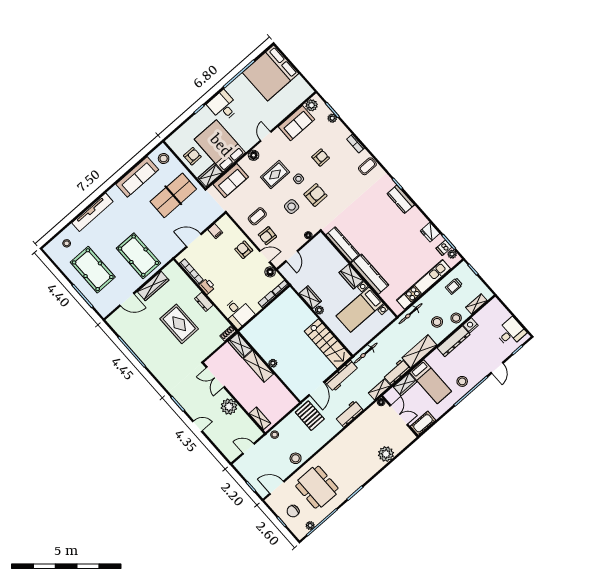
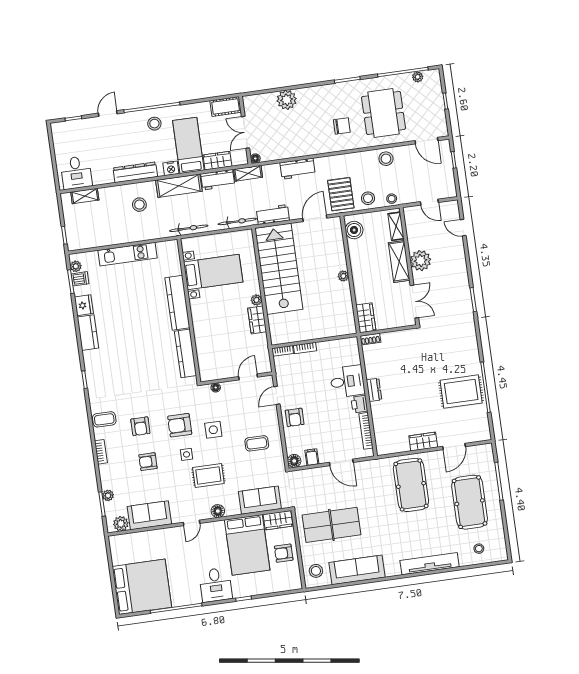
kitchen counter: (401, 199) -> (88, 333), moved
armchair: (267, 236) -> (140, 426), moved, turned 87
door: (265, 256) -> (277, 395), hinge flipped
floor lamp: (270, 272) -> (294, 461), moved
wardrobe: (351, 277) -> (199, 313), removed
kitchen unit: (423, 284) -> (128, 254), width x0.73
wardrobe: (153, 286) -> (423, 442), width x0.67
trolley: (454, 286) -> (96, 231), removed
door: (127, 299) -> (454, 447), swing flipped
desk: (238, 313) -> (347, 381), moved, turned 90
bicycle: (411, 314) -> (189, 228), moved
stool: (456, 318) -> (368, 198), moved
rug: (179, 324) -> (461, 392), moved, turned 90
nightstand: (471, 325) -> (171, 168), moved
desk: (511, 332) -> (76, 173), moved, turned -90
stairs: (328, 344) -> (279, 269), width x1.36, depth x1.51
shelving: (259, 366) -> (399, 261), moved
workbench: (342, 376) -> (273, 215), width x0.73
boiler: (286, 398) -> (354, 230), added
door: (197, 426) -> (463, 228), moved
chair: (293, 511) -> (342, 126), moved

